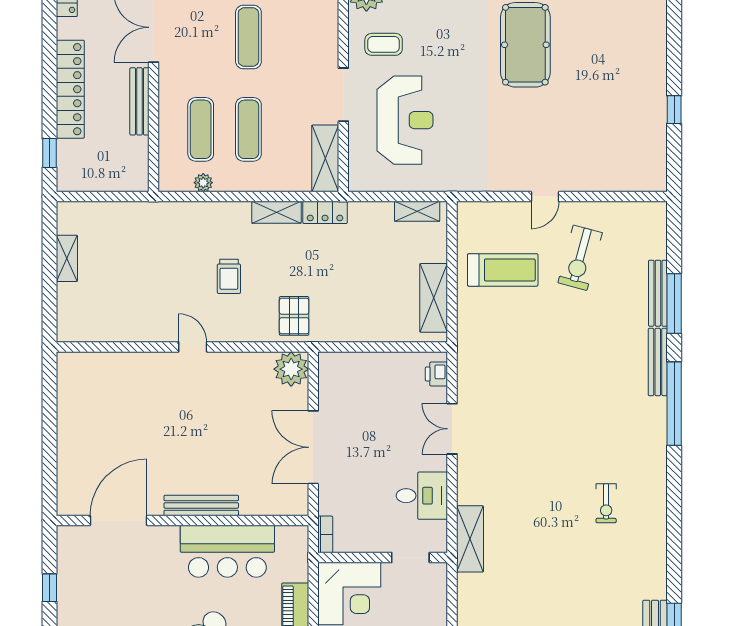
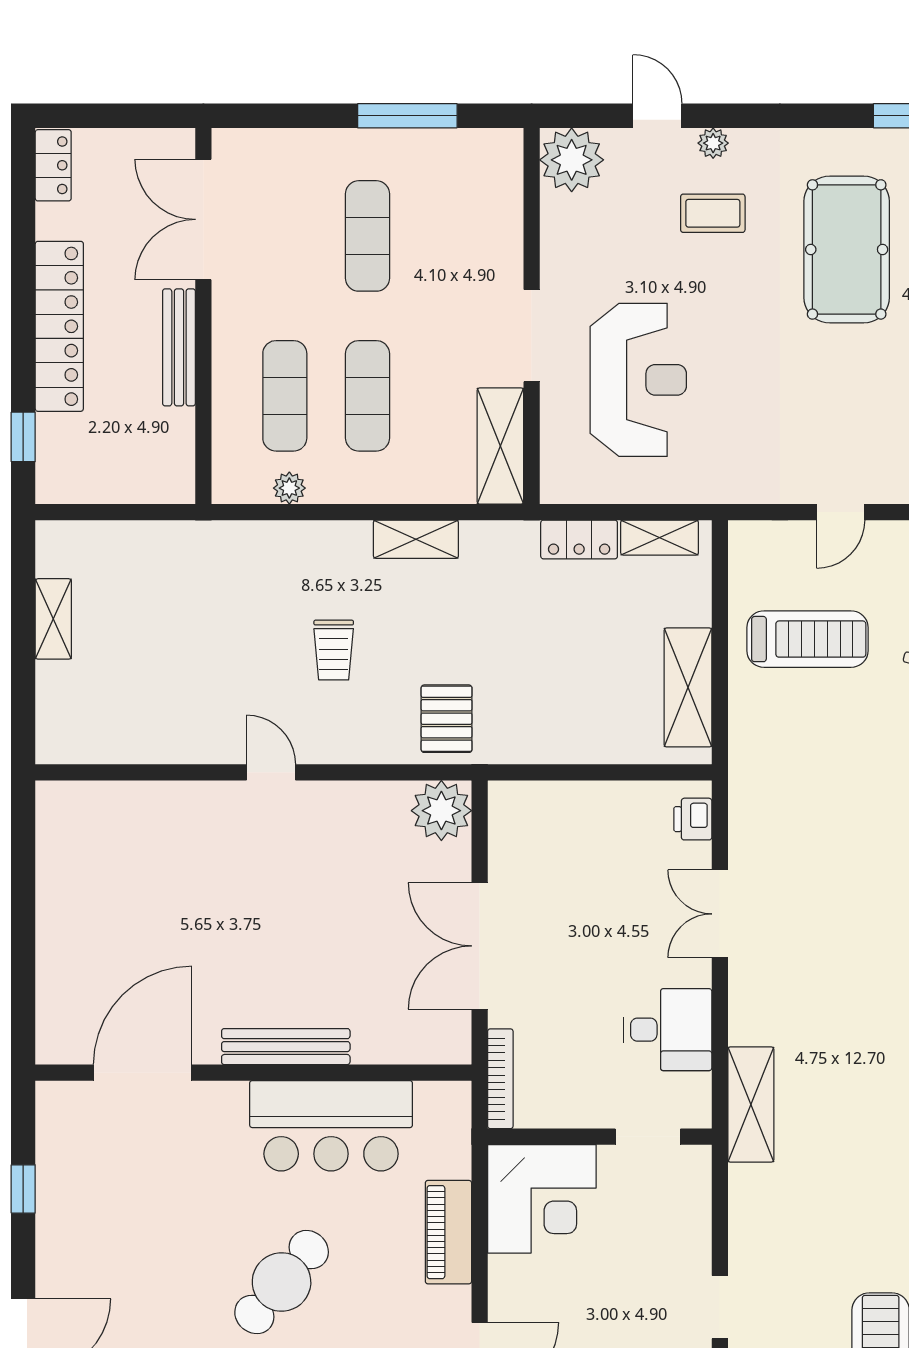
coffee table: (384, 44) -> (713, 213), moved
door: (545, 197) -> (841, 512), moved
locker: (325, 212) -> (579, 539), moved
bookcase: (325, 534) -> (500, 1079), width x1.56

